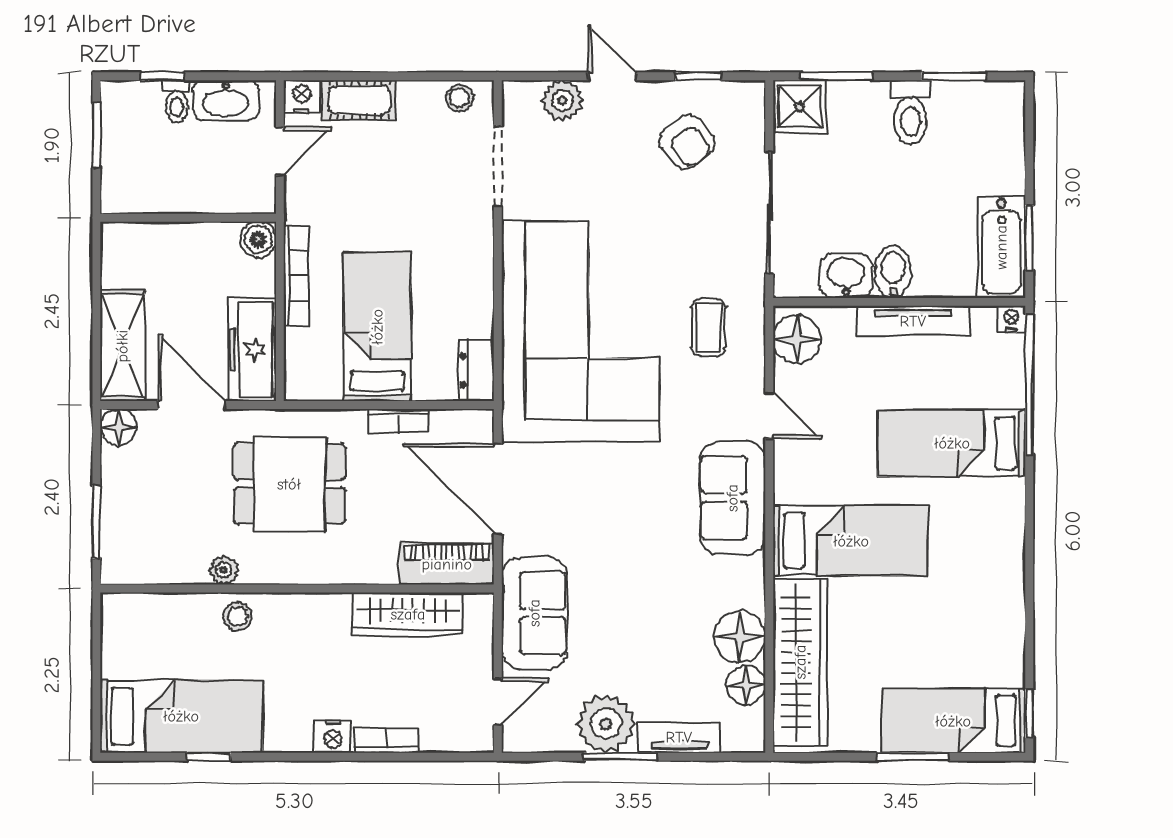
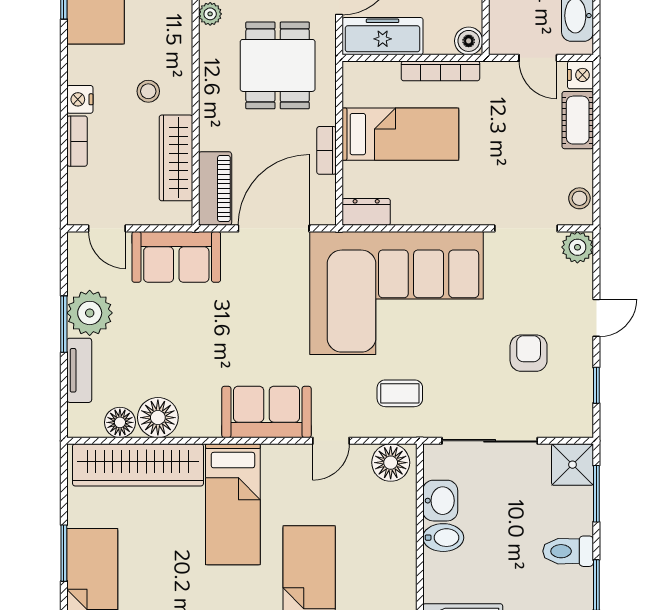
plant: (562, 100) -> (577, 247), moved
armchair: (687, 142) -> (529, 353), moved, turned 129
tv unit: (913, 321) -> (405, 553), removed
stool: (238, 617) -> (148, 91), moved

